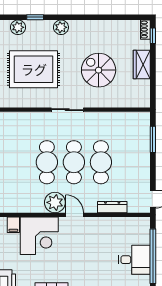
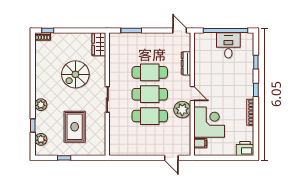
wardrobe: (142, 65) -> (99, 44), moved, turned 90
rug: (34, 69) -> (75, 127), width x0.73, depth x0.69
door: (75, 215) -> (192, 94), swing flipped

